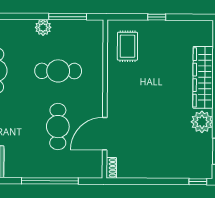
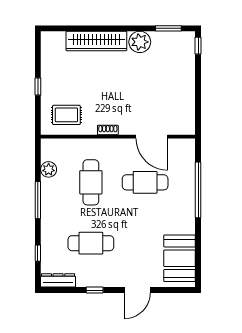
window: (68, 17) -> (38, 200), moved
plant: (43, 27) -> (49, 169), moved
shoe rack: (111, 168) -> (108, 130), moved

